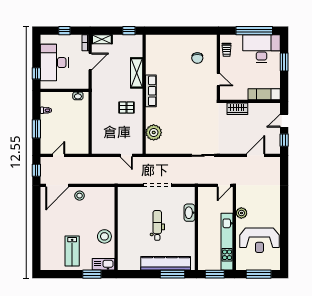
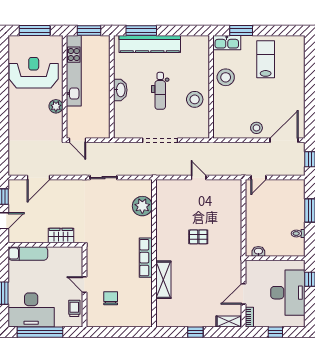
shelving: (137, 73) -> (163, 280), moved
door: (218, 80) -> (84, 285), moved
row of seats: (151, 91) -> (146, 258), moved
wall: (144, 94) -> (154, 253), moved
plant: (154, 132) -> (142, 206), moved
door: (59, 155) -> (258, 178), moved
door: (224, 185) -> (77, 140), swing flipped
washbasin: (189, 213) -> (120, 90), moved
stool: (129, 219) -> (195, 99), added

